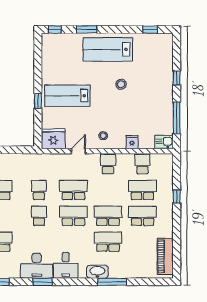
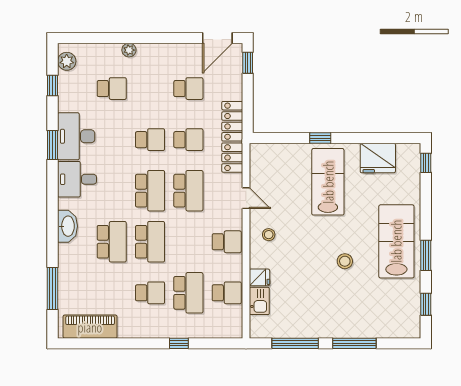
window: (87, 30) -> (426, 255), moved
window: (177, 78) -> (354, 343), width x2.17
fridge: (53, 139) -> (378, 158), moved, turned 90
kitchen sink: (164, 142) -> (259, 301), moved
locker: (37, 160) -> (232, 137), added
school desk: (142, 216) -> (150, 293), width x0.54
window: (112, 282) -> (53, 288), moved

